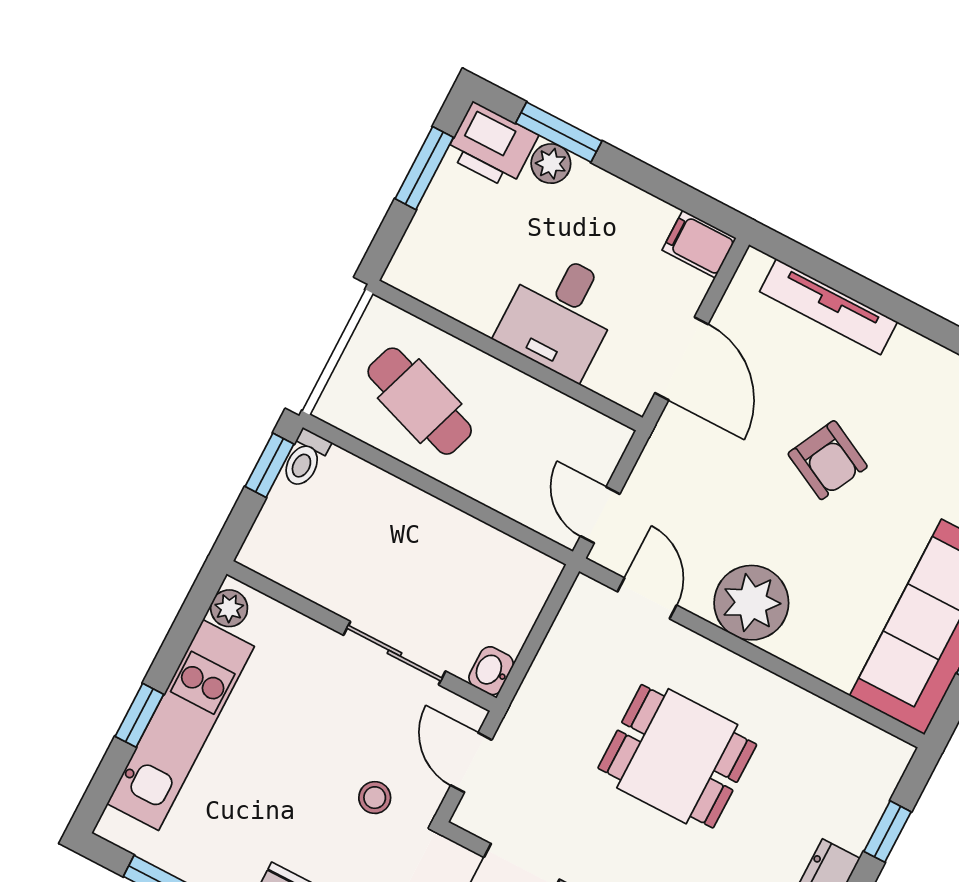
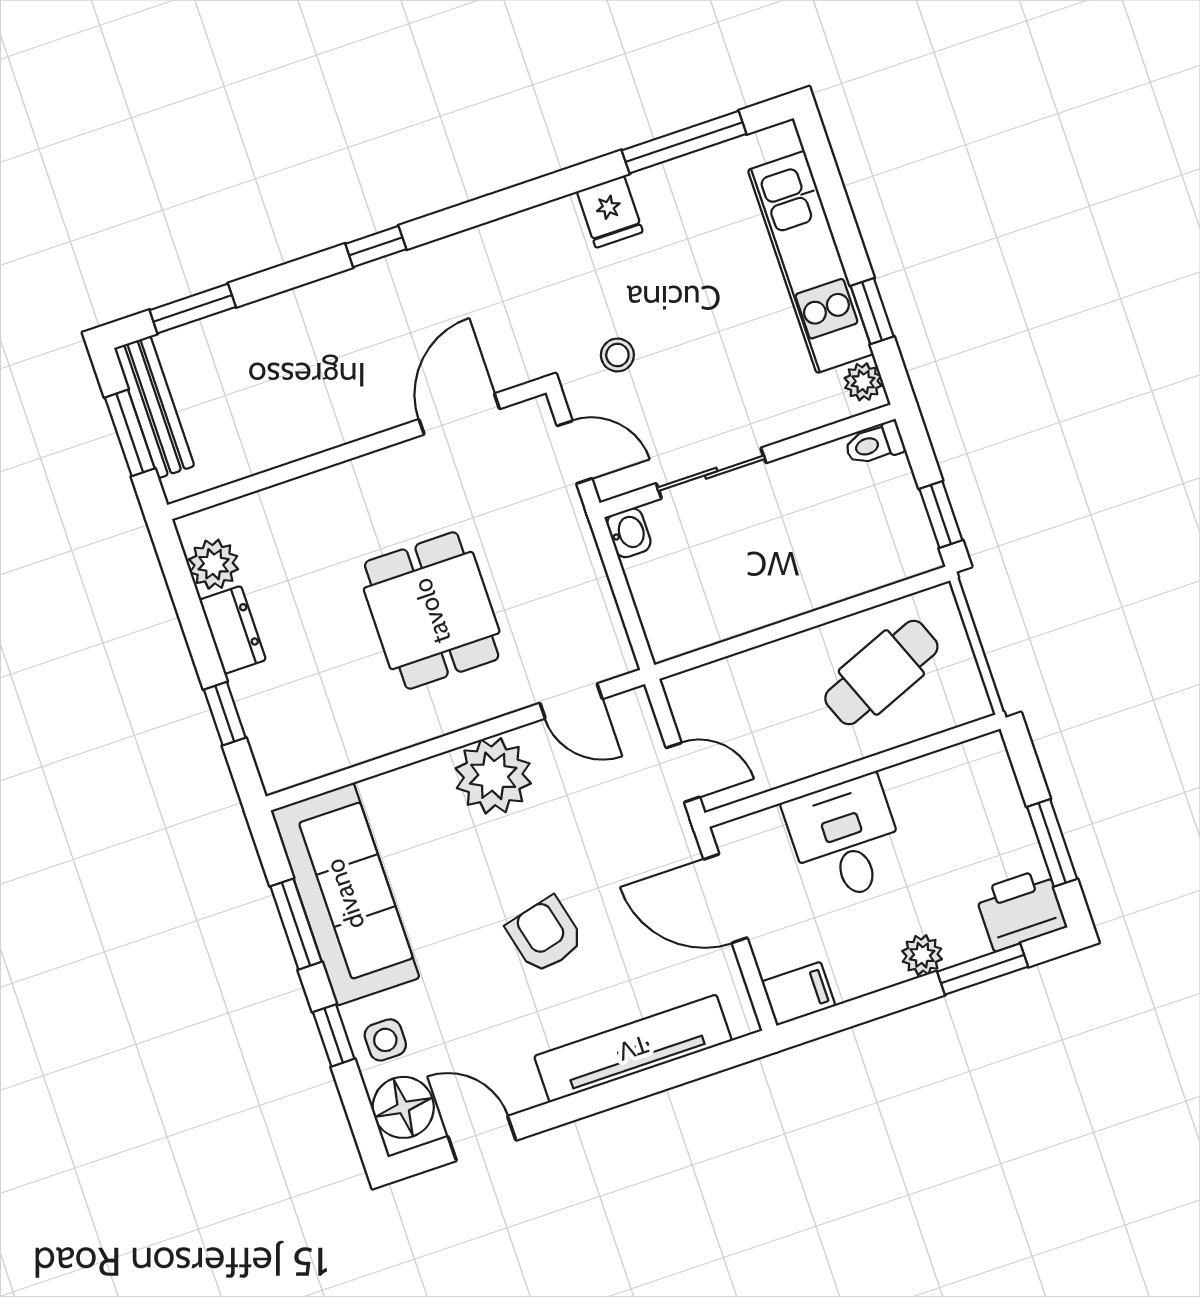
plant: (551, 164) -> (922, 955), moved
tv unit: (829, 307) -> (633, 1048), width x1.36, depth x1.29
cafe table: (420, 401) -> (881, 672), turned -41
toilet: (305, 459) -> (874, 444), moved, turned -90
armchair: (828, 460) -> (545, 935), turned 49
door: (600, 515) -> (683, 772), moved
window: (139, 715) -> (872, 311), moved
dining table: (677, 756) -> (432, 611), turned 90

